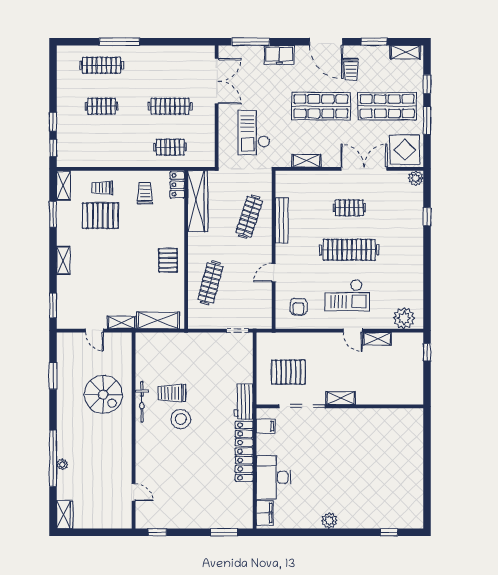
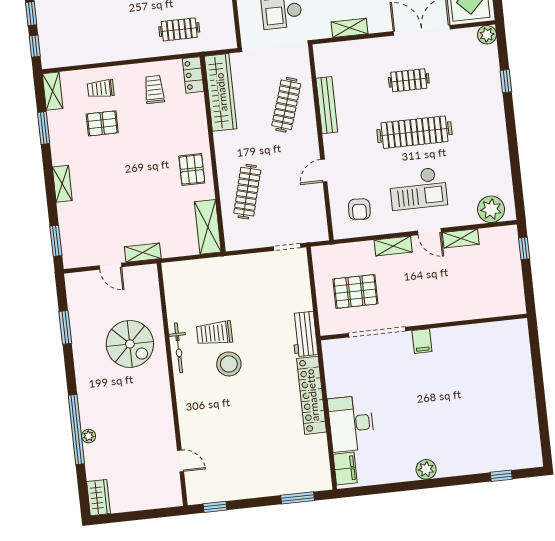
pallet: (100, 216) -> (102, 123), width x0.67, depth x0.71
shelving: (158, 320) -> (208, 227), moved, turned 90
shelving: (341, 398) -> (393, 246), moved
filing cabinet: (266, 426) -> (422, 341), moved, turned 90

